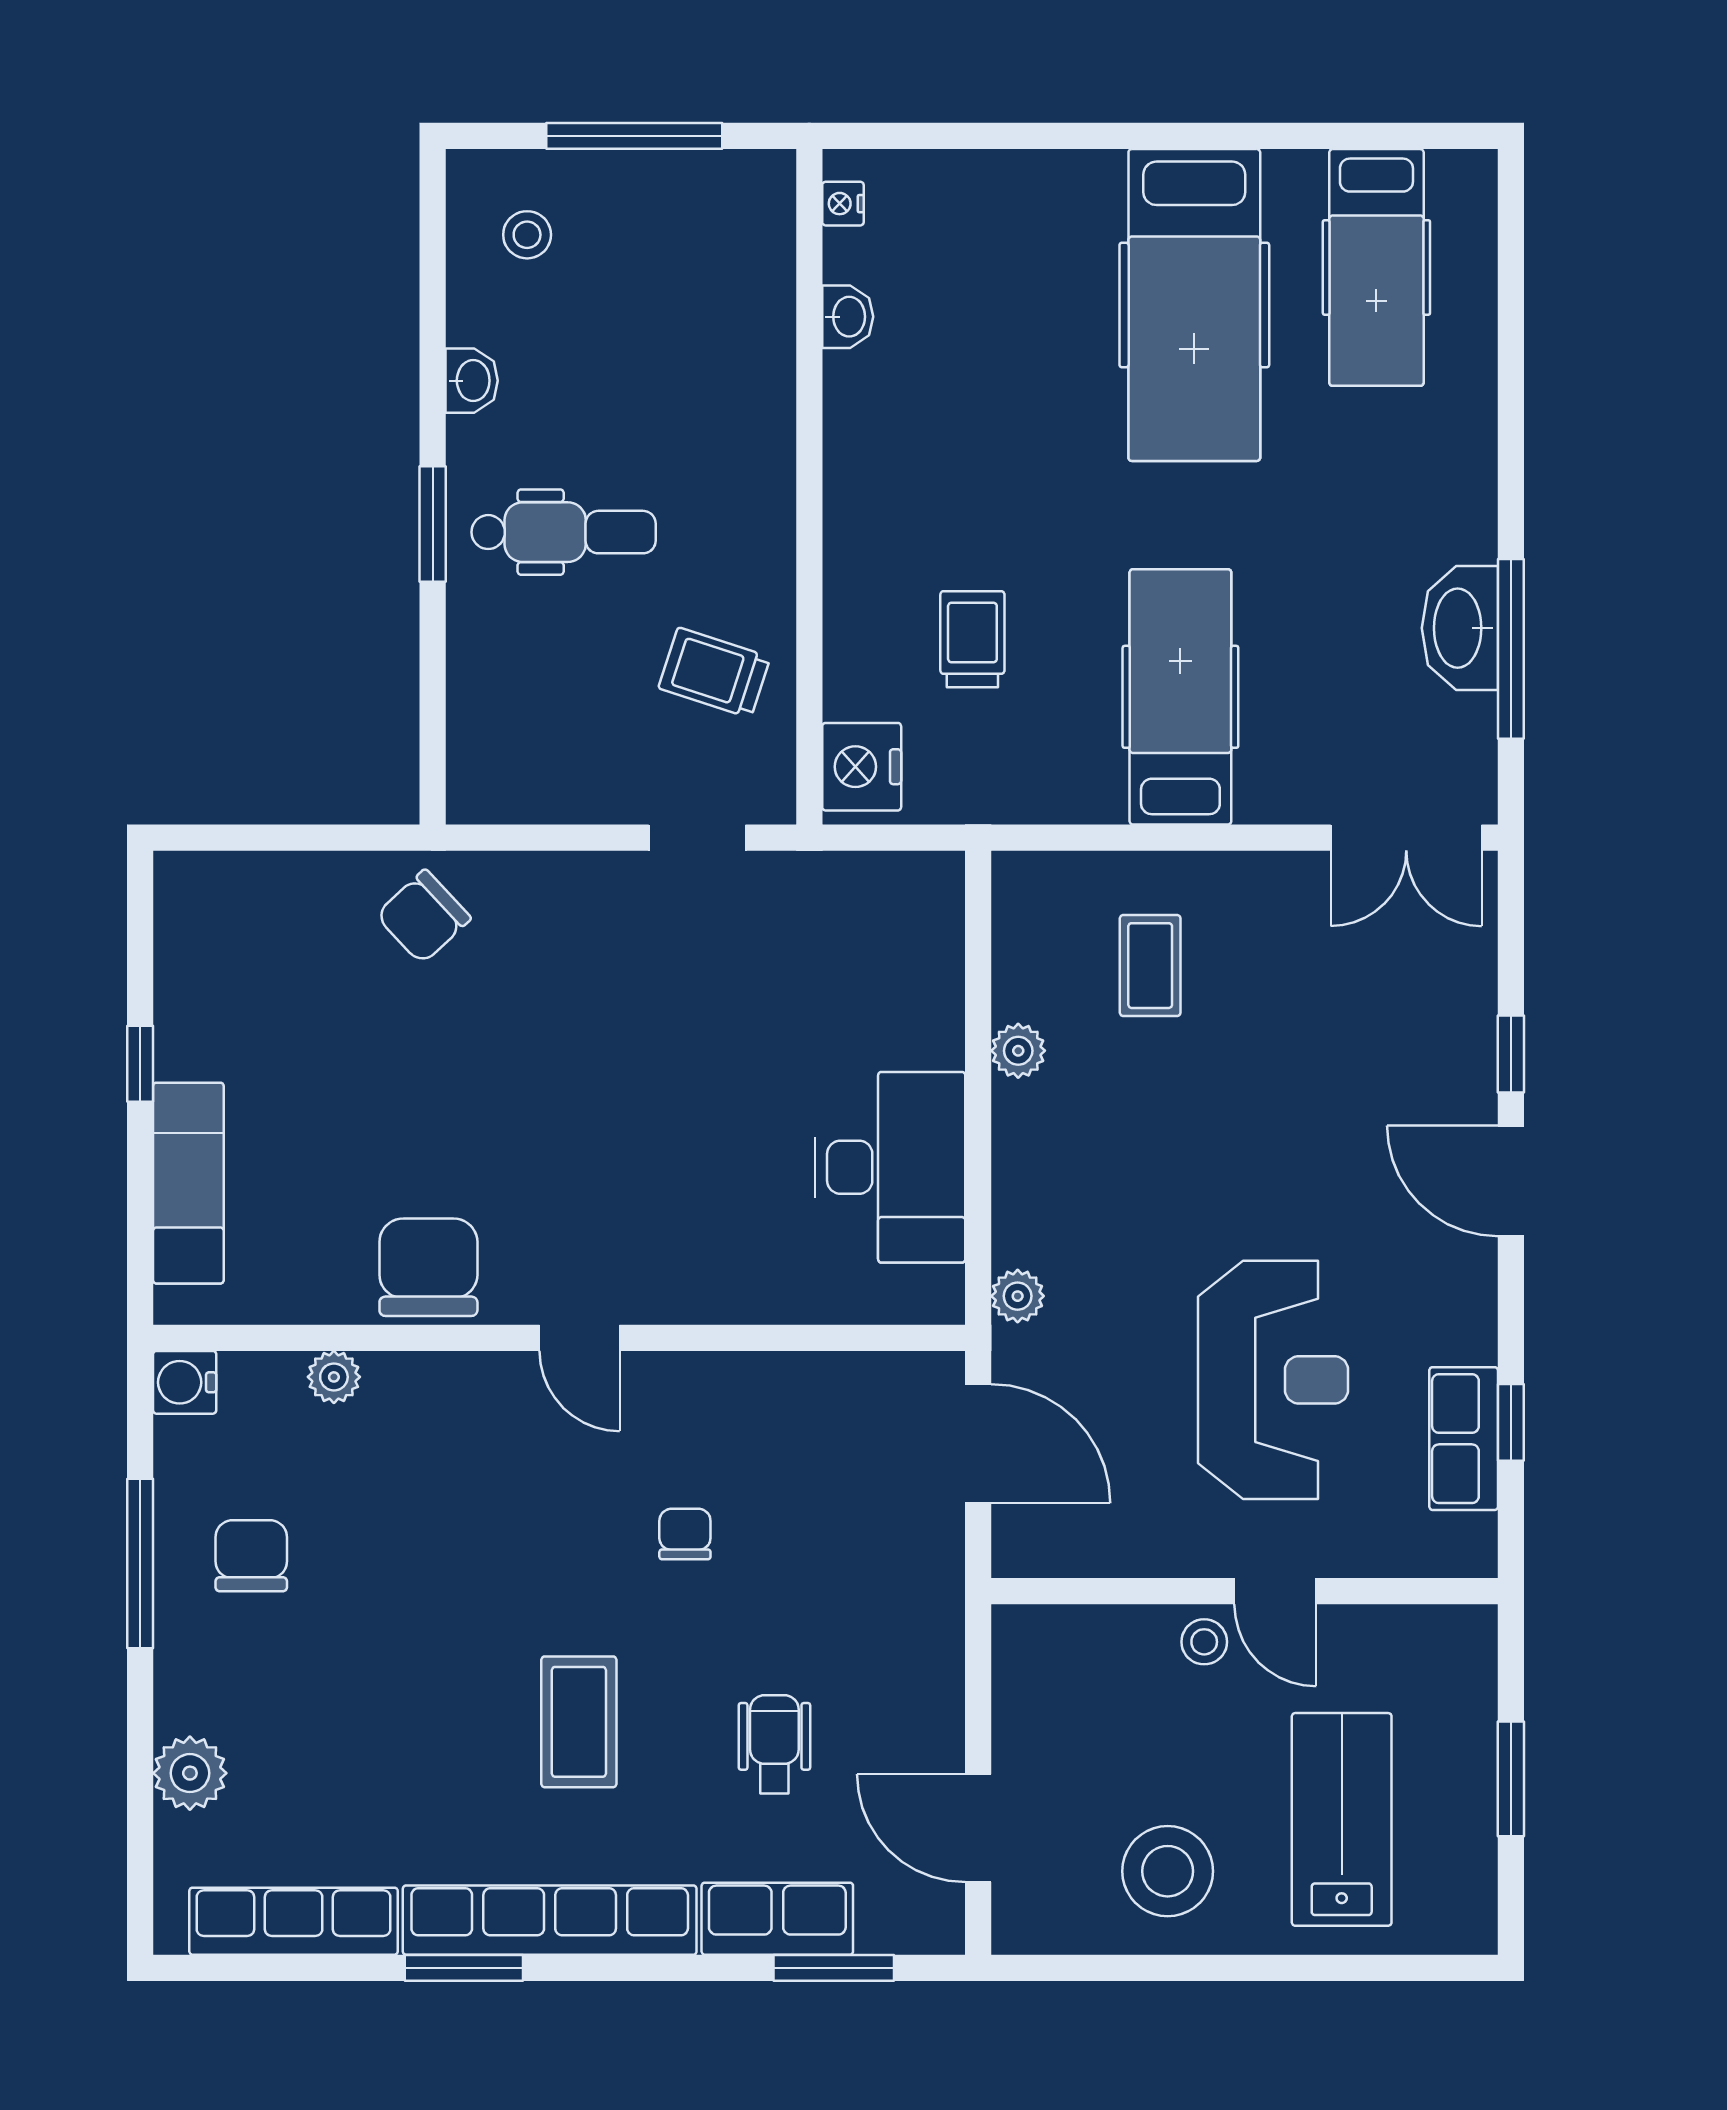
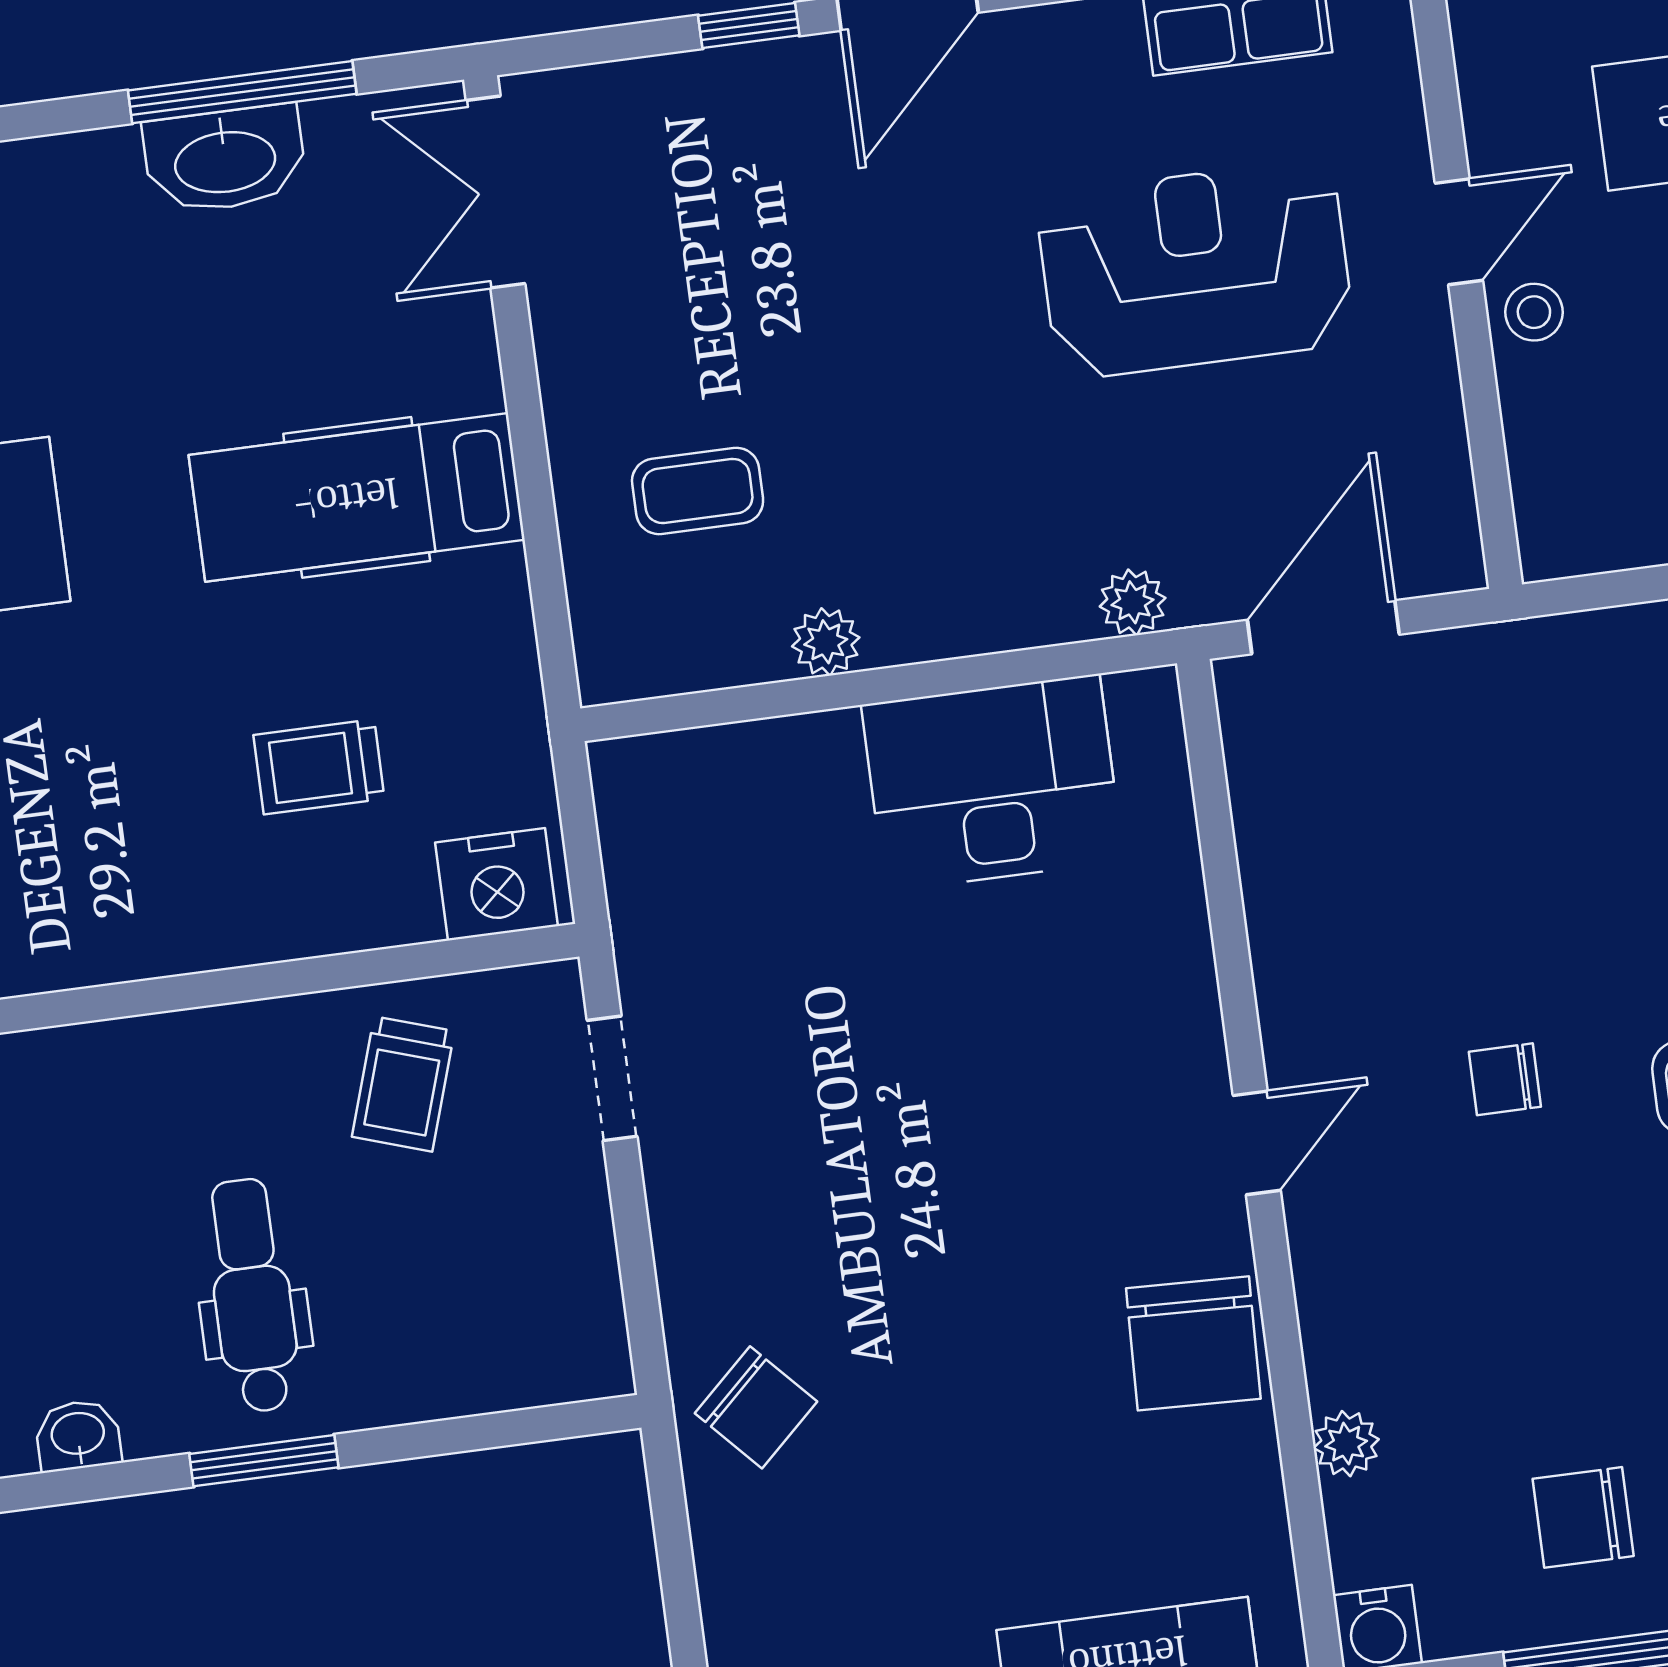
double door: (1406, 838) -> (495, 192), swing flipped
chair: (428, 1267) -> (1193, 1343), turned -88
chair: (685, 1534) -> (1505, 1079), moved

